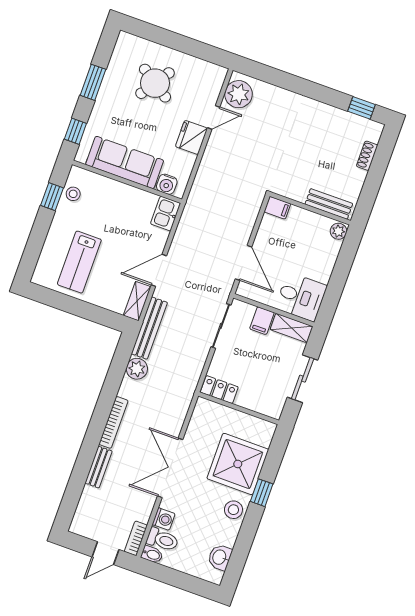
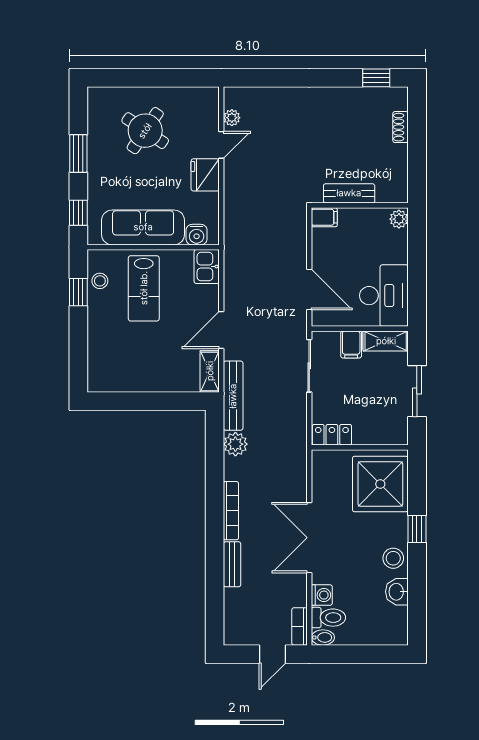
plant: (239, 94) -> (232, 118), width x0.53, depth x0.53
bench: (329, 204) -> (349, 193), moved
lab bench: (79, 262) -> (144, 288), moved
desk: (301, 297) -> (384, 296), width x1.37
shower: (238, 464) -> (380, 484), moved
washbasin: (220, 557) -> (397, 592), moved

